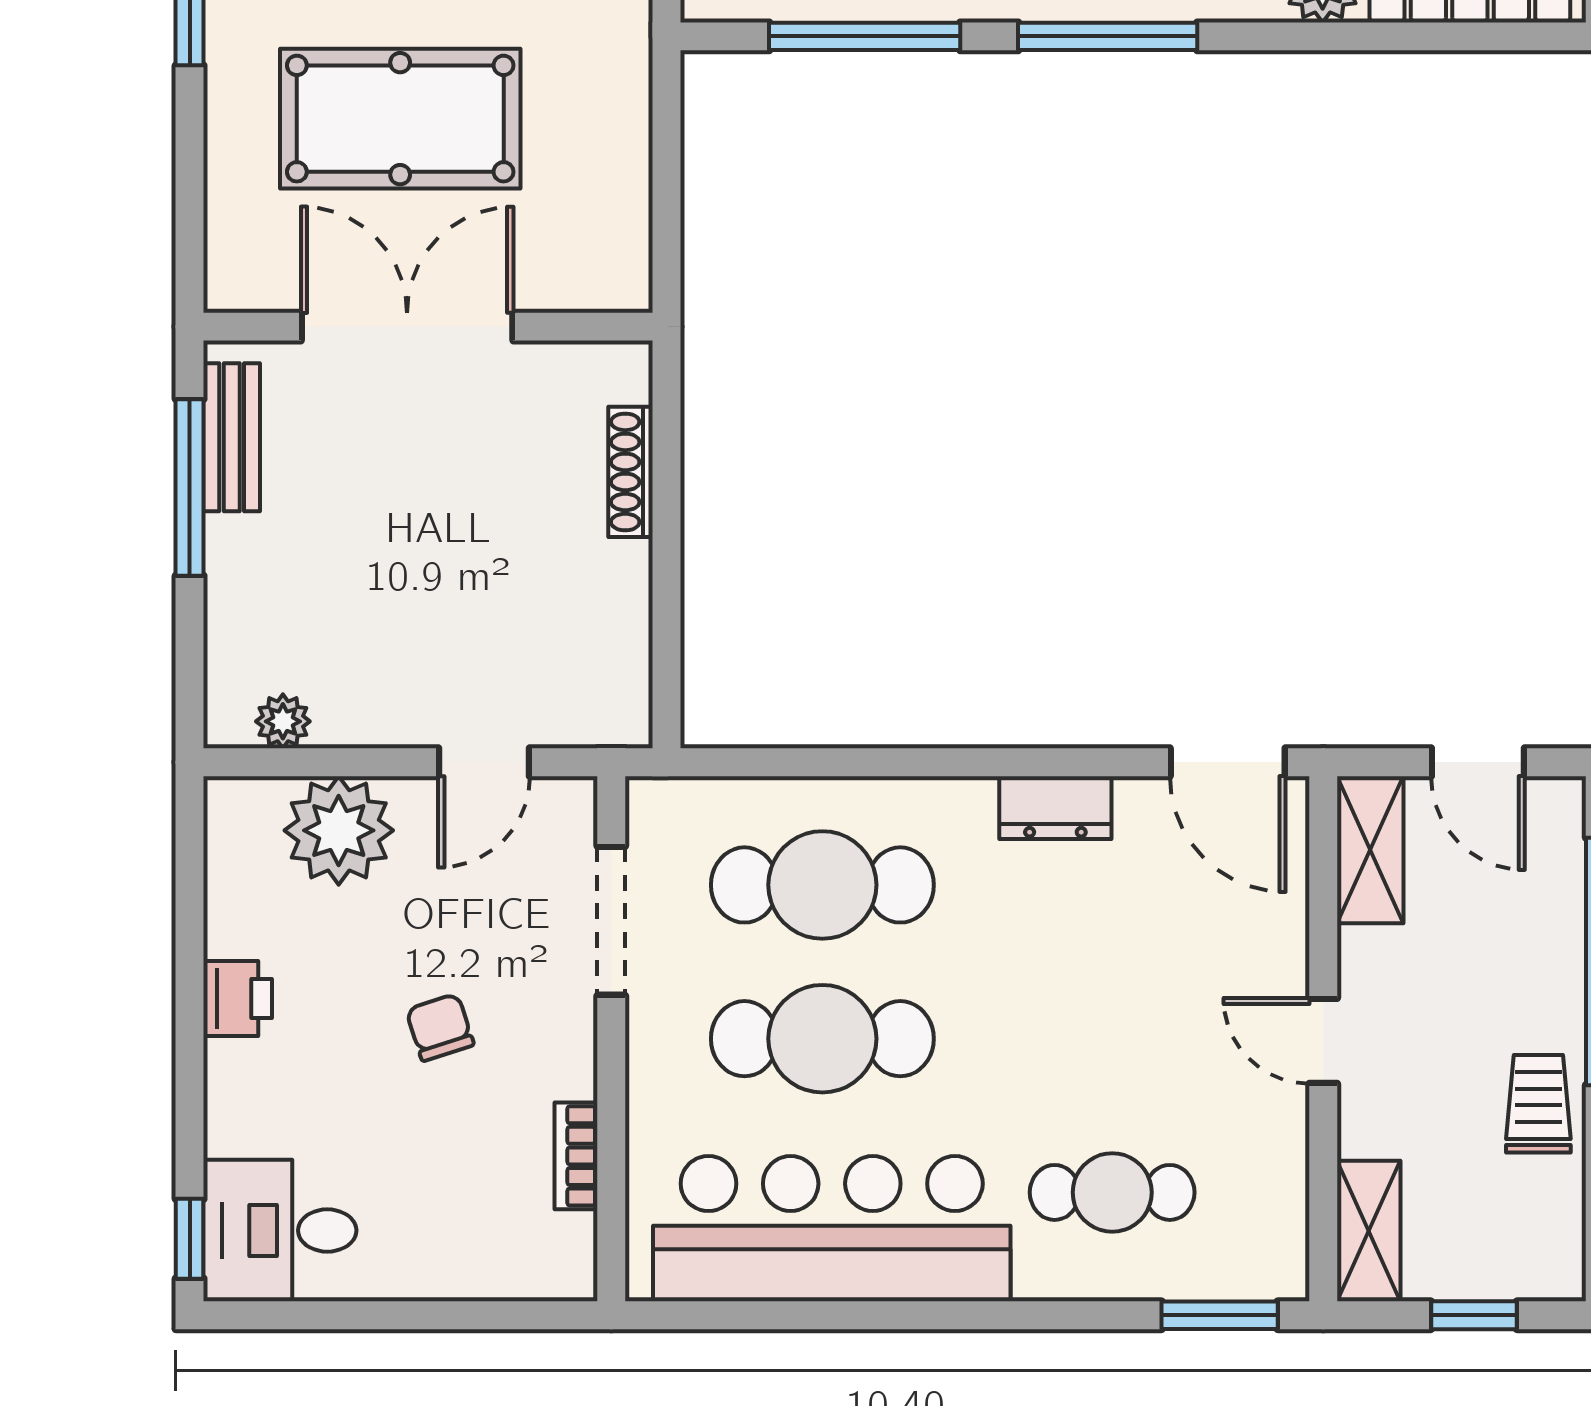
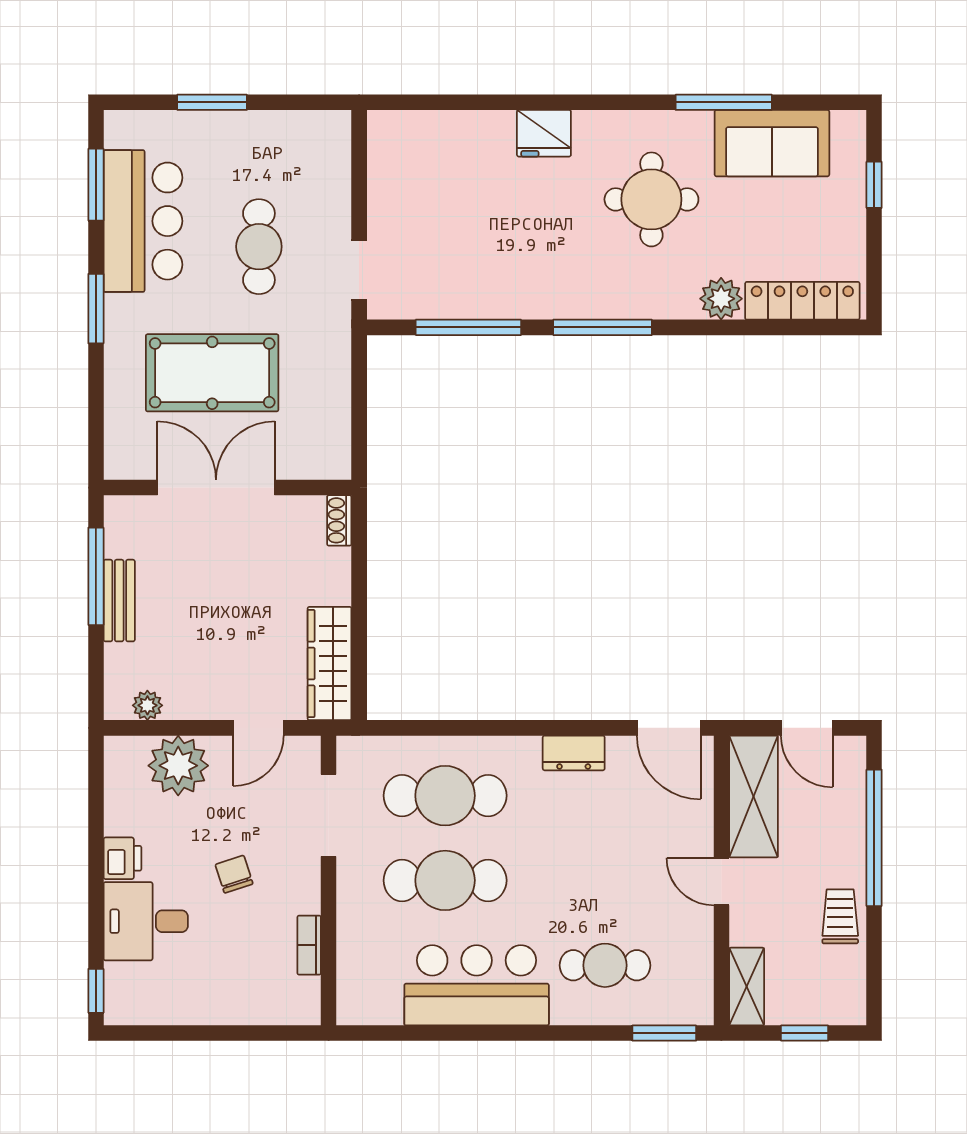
bench: (232, 437) -> (119, 601), moved
shoe rack: (631, 472) -> (339, 520), moved, width x0.70
wardrobe: (613, 646) -> (330, 664), added
shelving: (1370, 850) -> (754, 796), width x1.50, depth x1.33
bar counter: (832, 1229) -> (477, 985), width x0.73
desk: (280, 1230) -> (146, 921), moved

